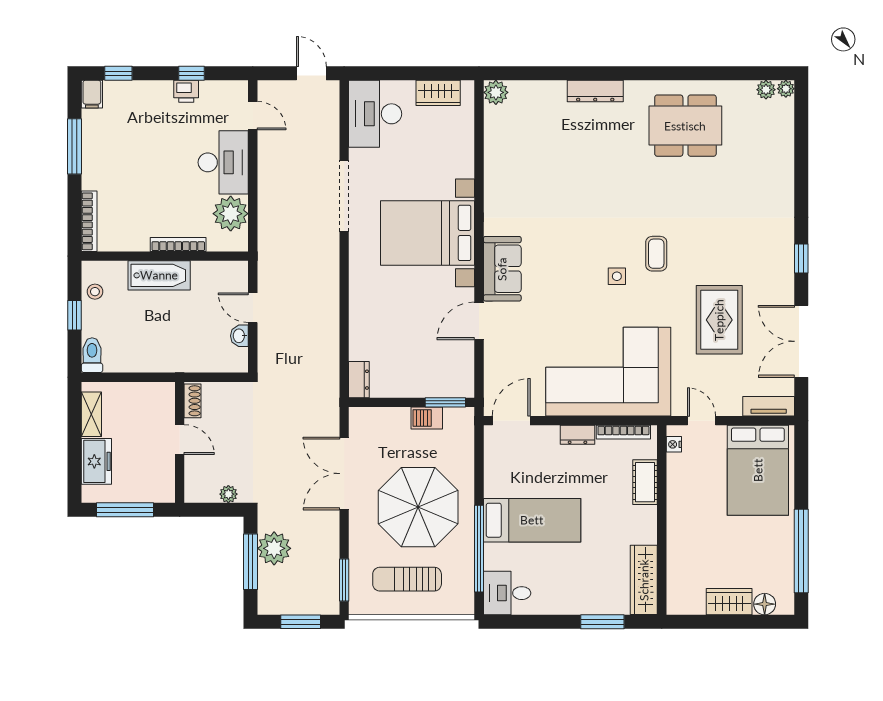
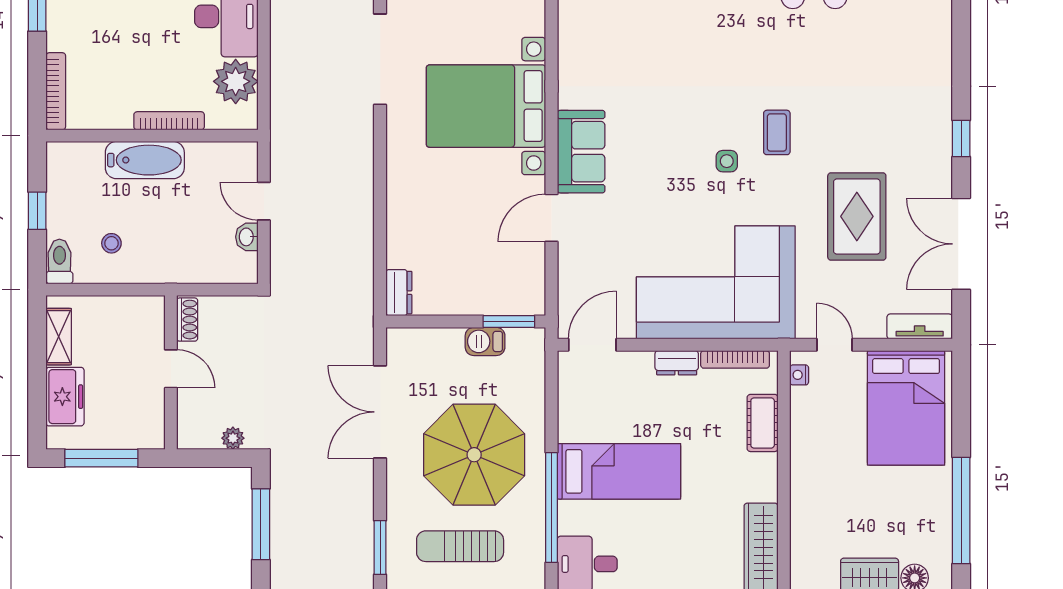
stool: (95, 292) -> (111, 243), moved
plant: (274, 548) -> (291, 507), removed

